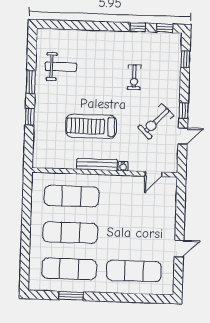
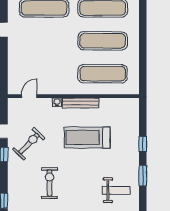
weight bench: (61, 67) -> (116, 190), turned 180
exercise bike: (134, 77) -> (50, 183), width x1.38, depth x1.39
treadmill: (91, 126) -> (87, 137), turned 180

